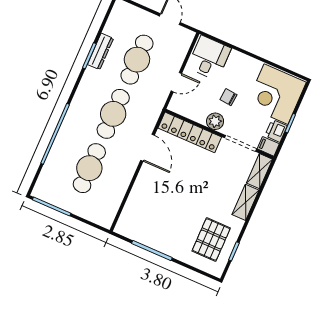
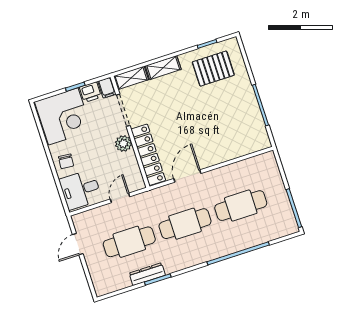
door: (176, 82) -> (120, 198), hinge flipped
chair: (228, 97) -> (66, 161), moved

